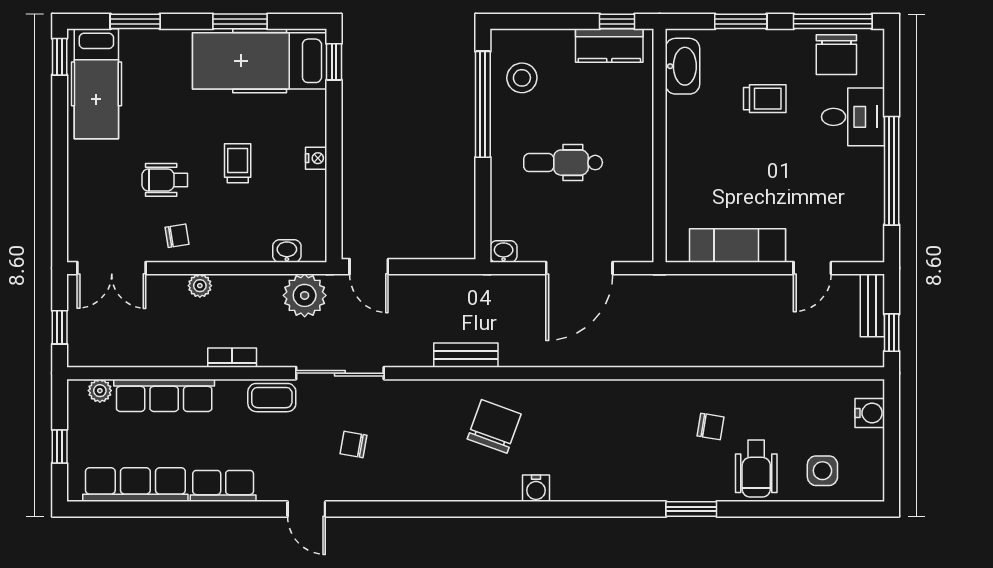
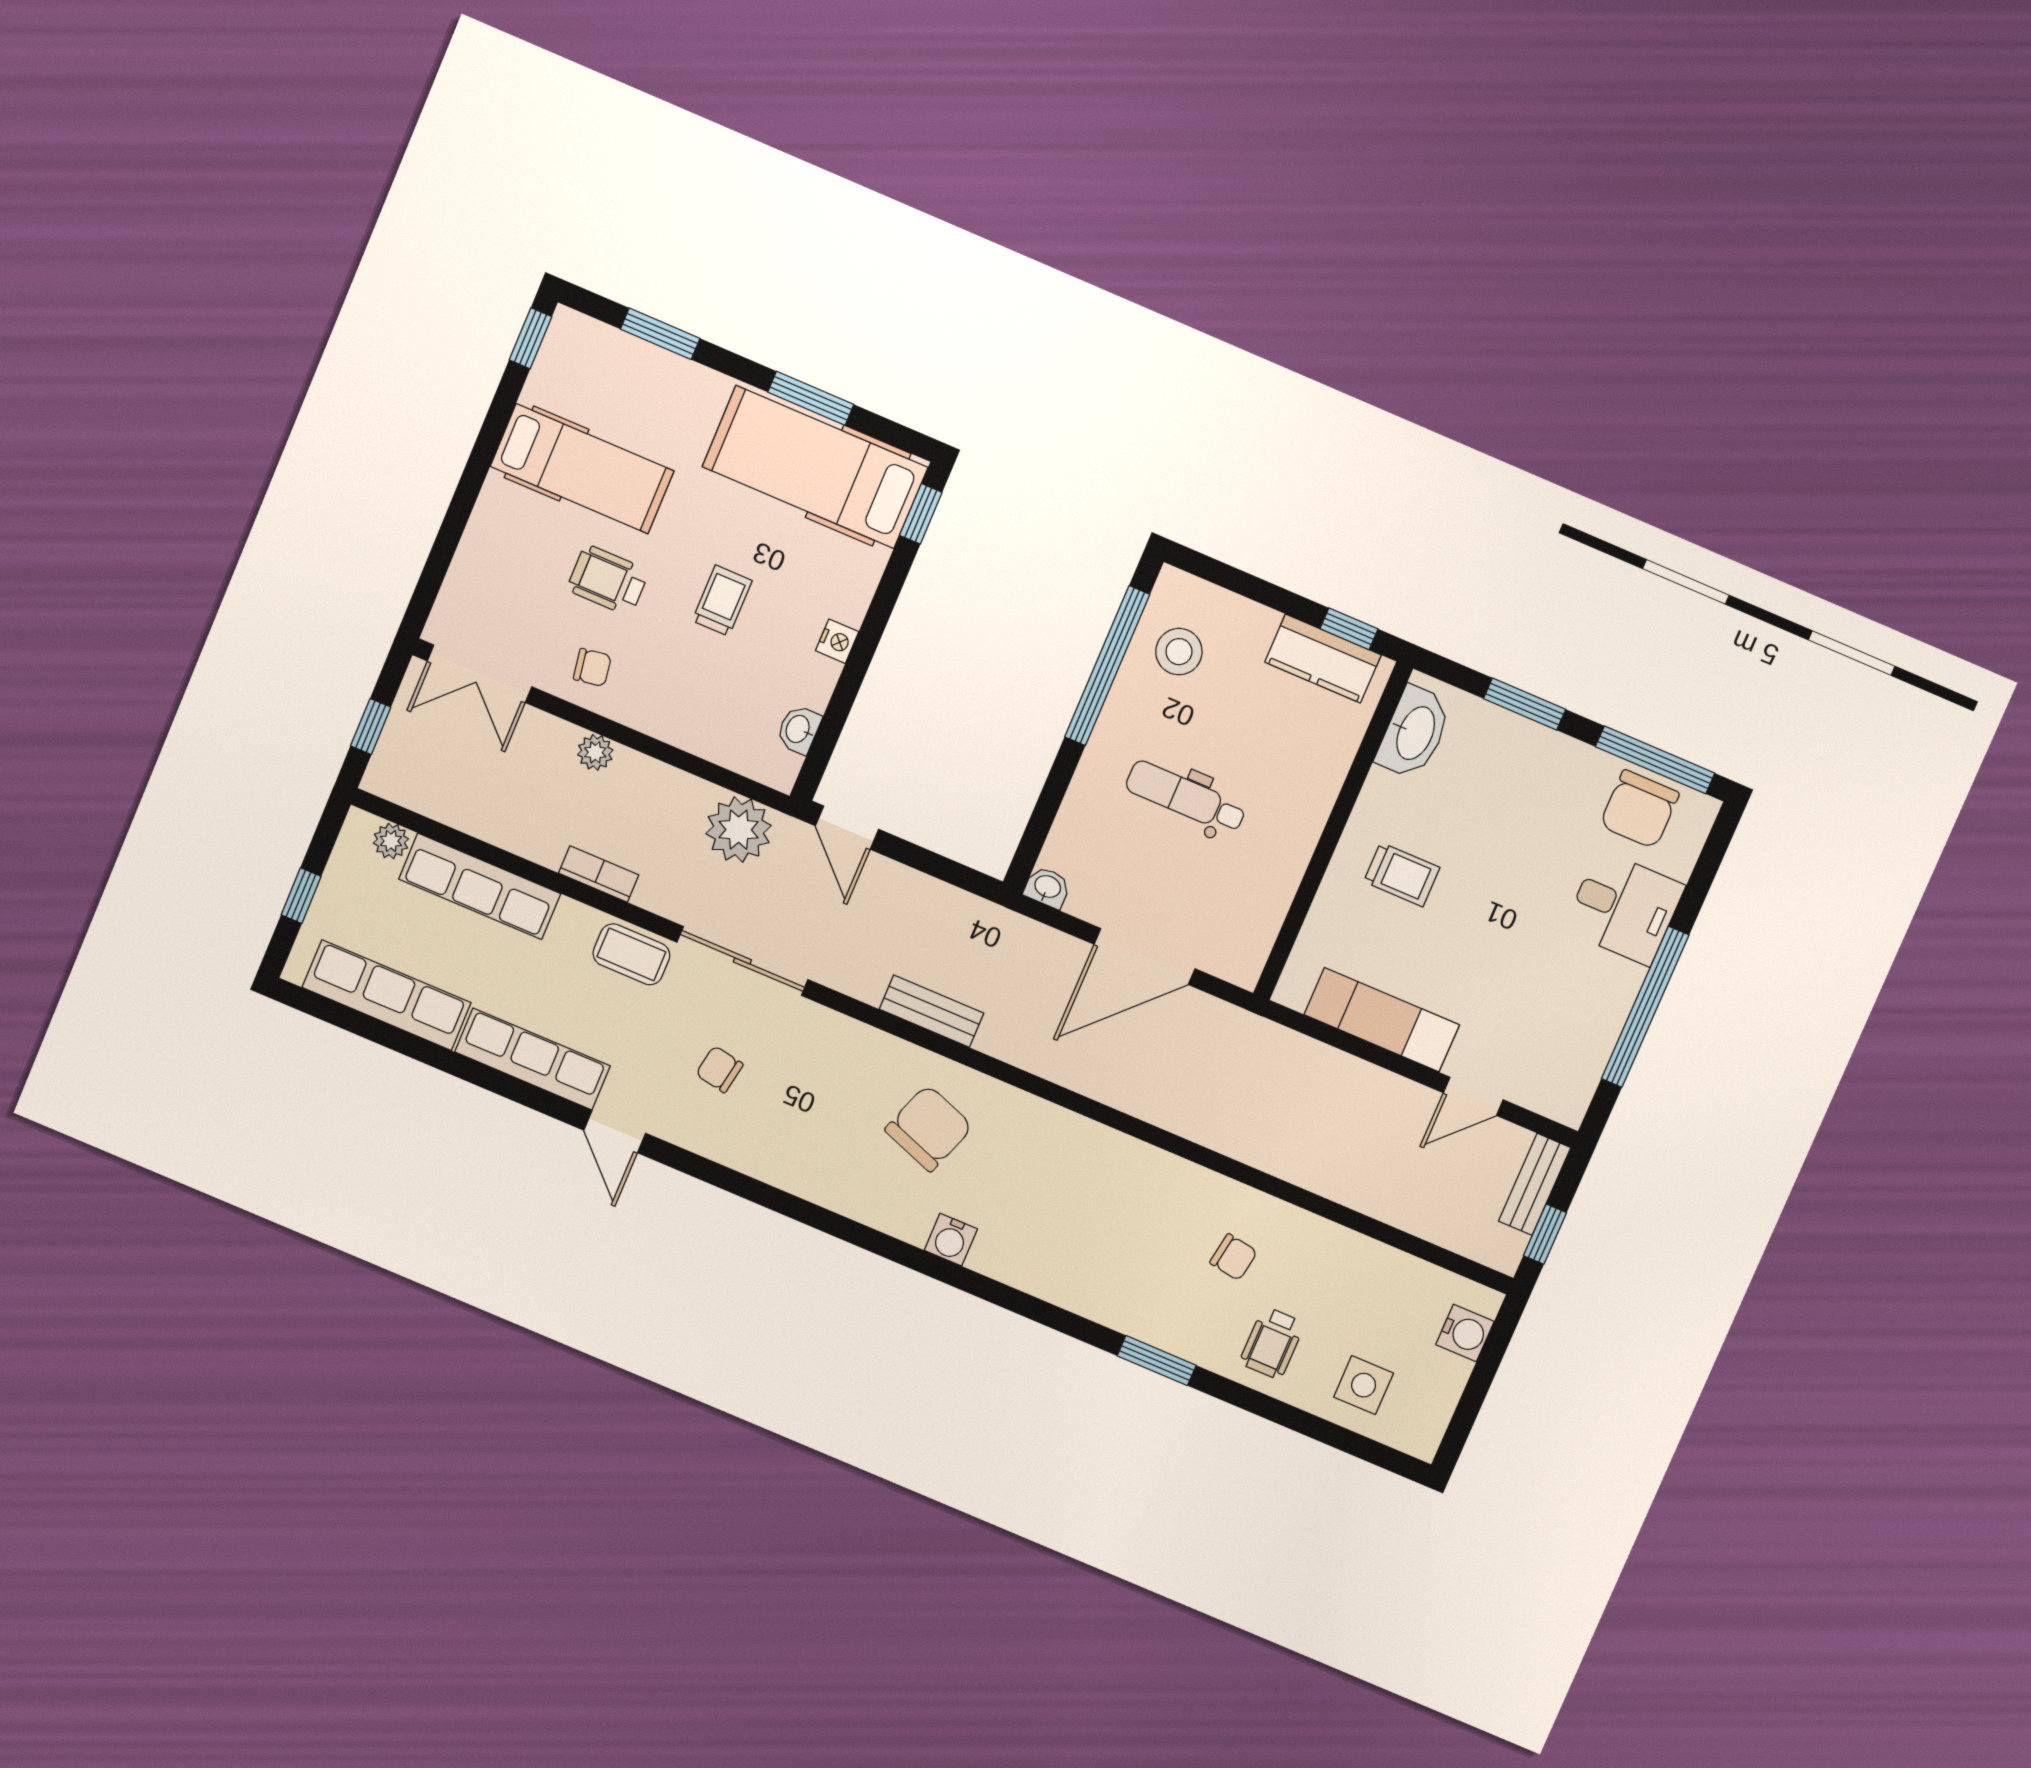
hospital bed: (96, 84) -> (582, 469), moved, turned -90
trolley: (765, 99) -> (1402, 875), moved
washbasin: (287, 251) -> (799, 729), moved, turned -90
wheelchair: (756, 469) -> (1272, 1343), width x0.73, depth x0.73
row of seats: (223, 486) -> (533, 1059), width x1.48

